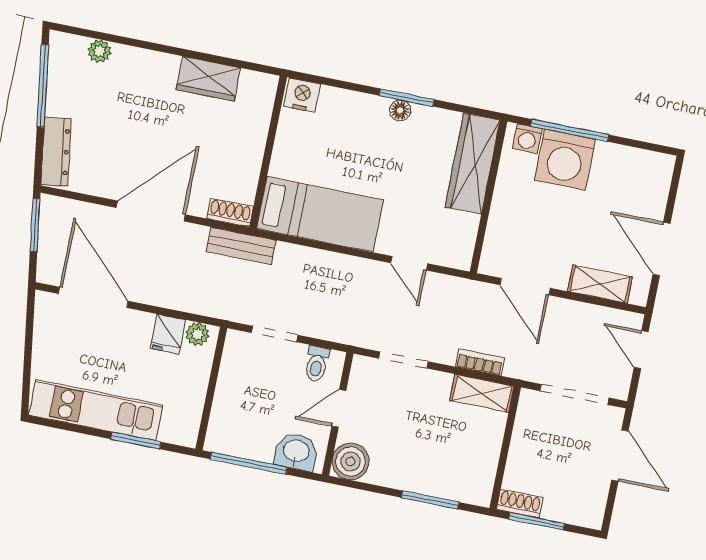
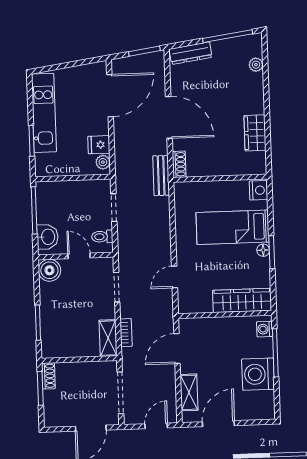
washing machine: (565, 160) -> (258, 374), moved
bed: (320, 214) -> (233, 227), moved, turned 90

